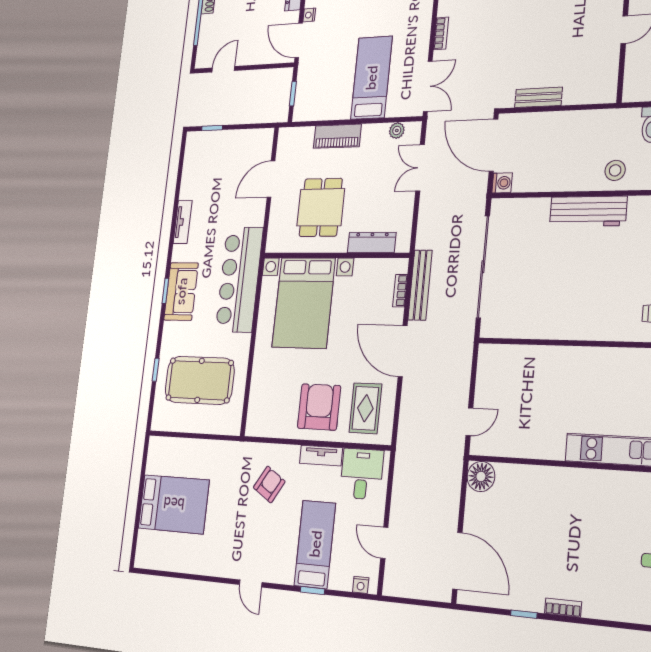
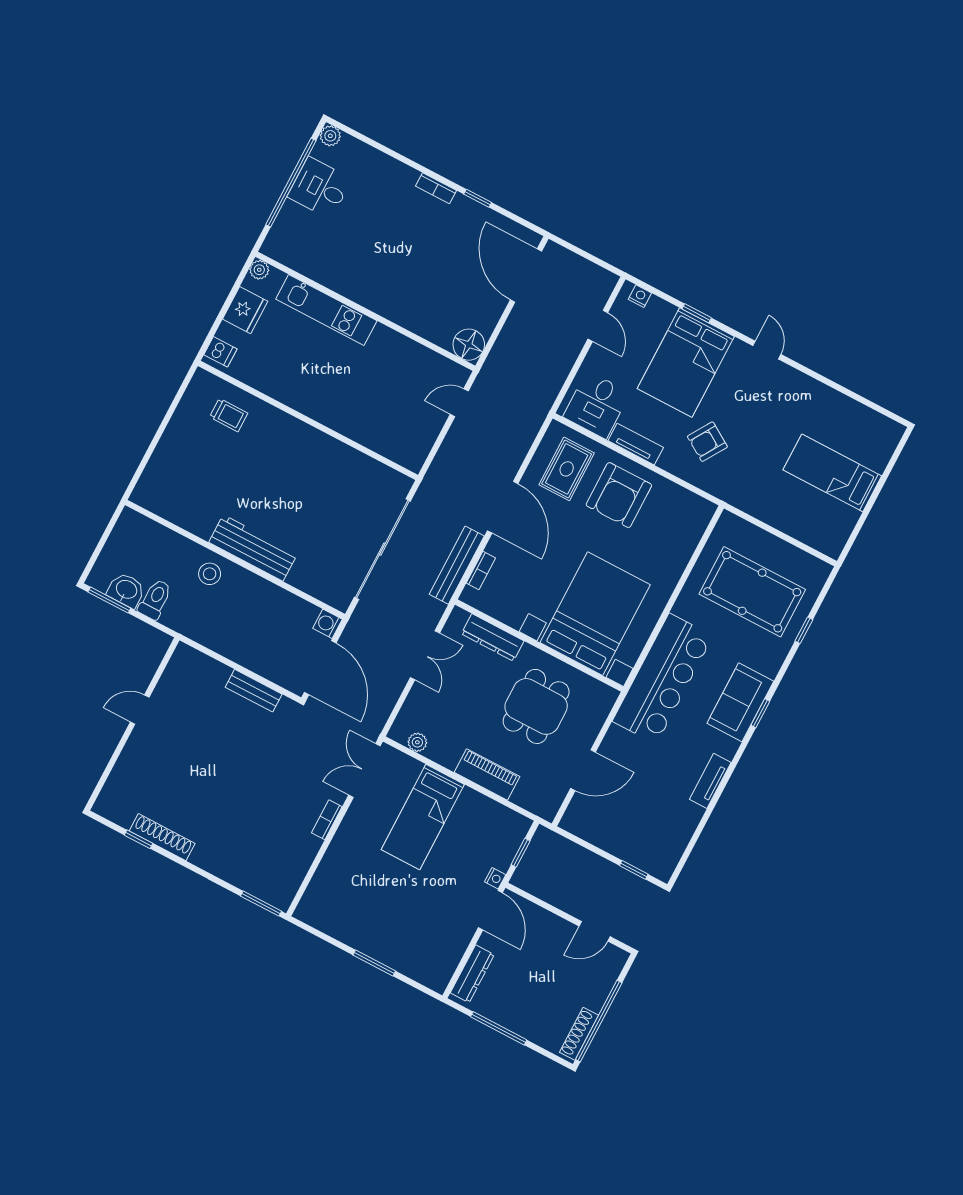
nightstand: (309, 15) -> (495, 878), moved
double door: (420, 168) -> (425, 655), moved
bed: (174, 504) -> (832, 473), width x0.67
bed: (315, 544) -> (686, 362), width x1.50

